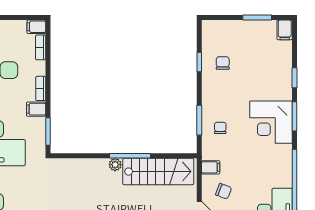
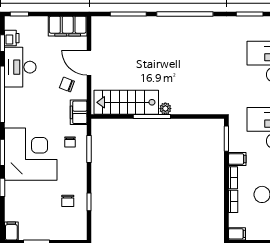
bookcase: (41, 47) -> (233, 201), moved
corner desk: (271, 122) -> (31, 154), width x1.36, depth x1.36
filing cabinet: (211, 167) -> (79, 112), width x2.00

